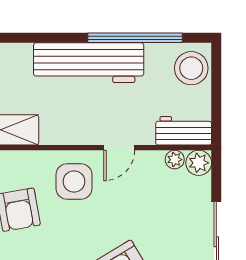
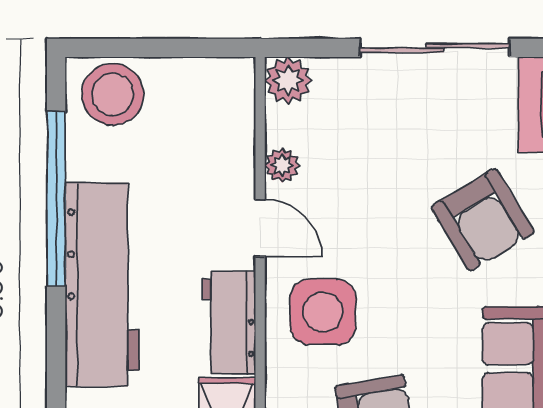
workbench: (184, 131) -> (229, 322), moved
plant: (175, 160) -> (282, 165), moved

